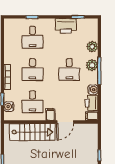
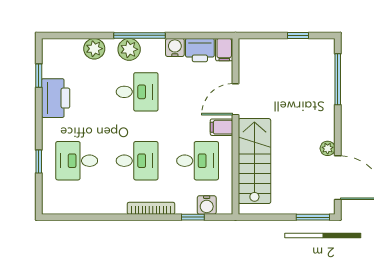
desk: (32, 37) -> (77, 161), turned 180
door: (65, 122) -> (236, 99), swing flipped

